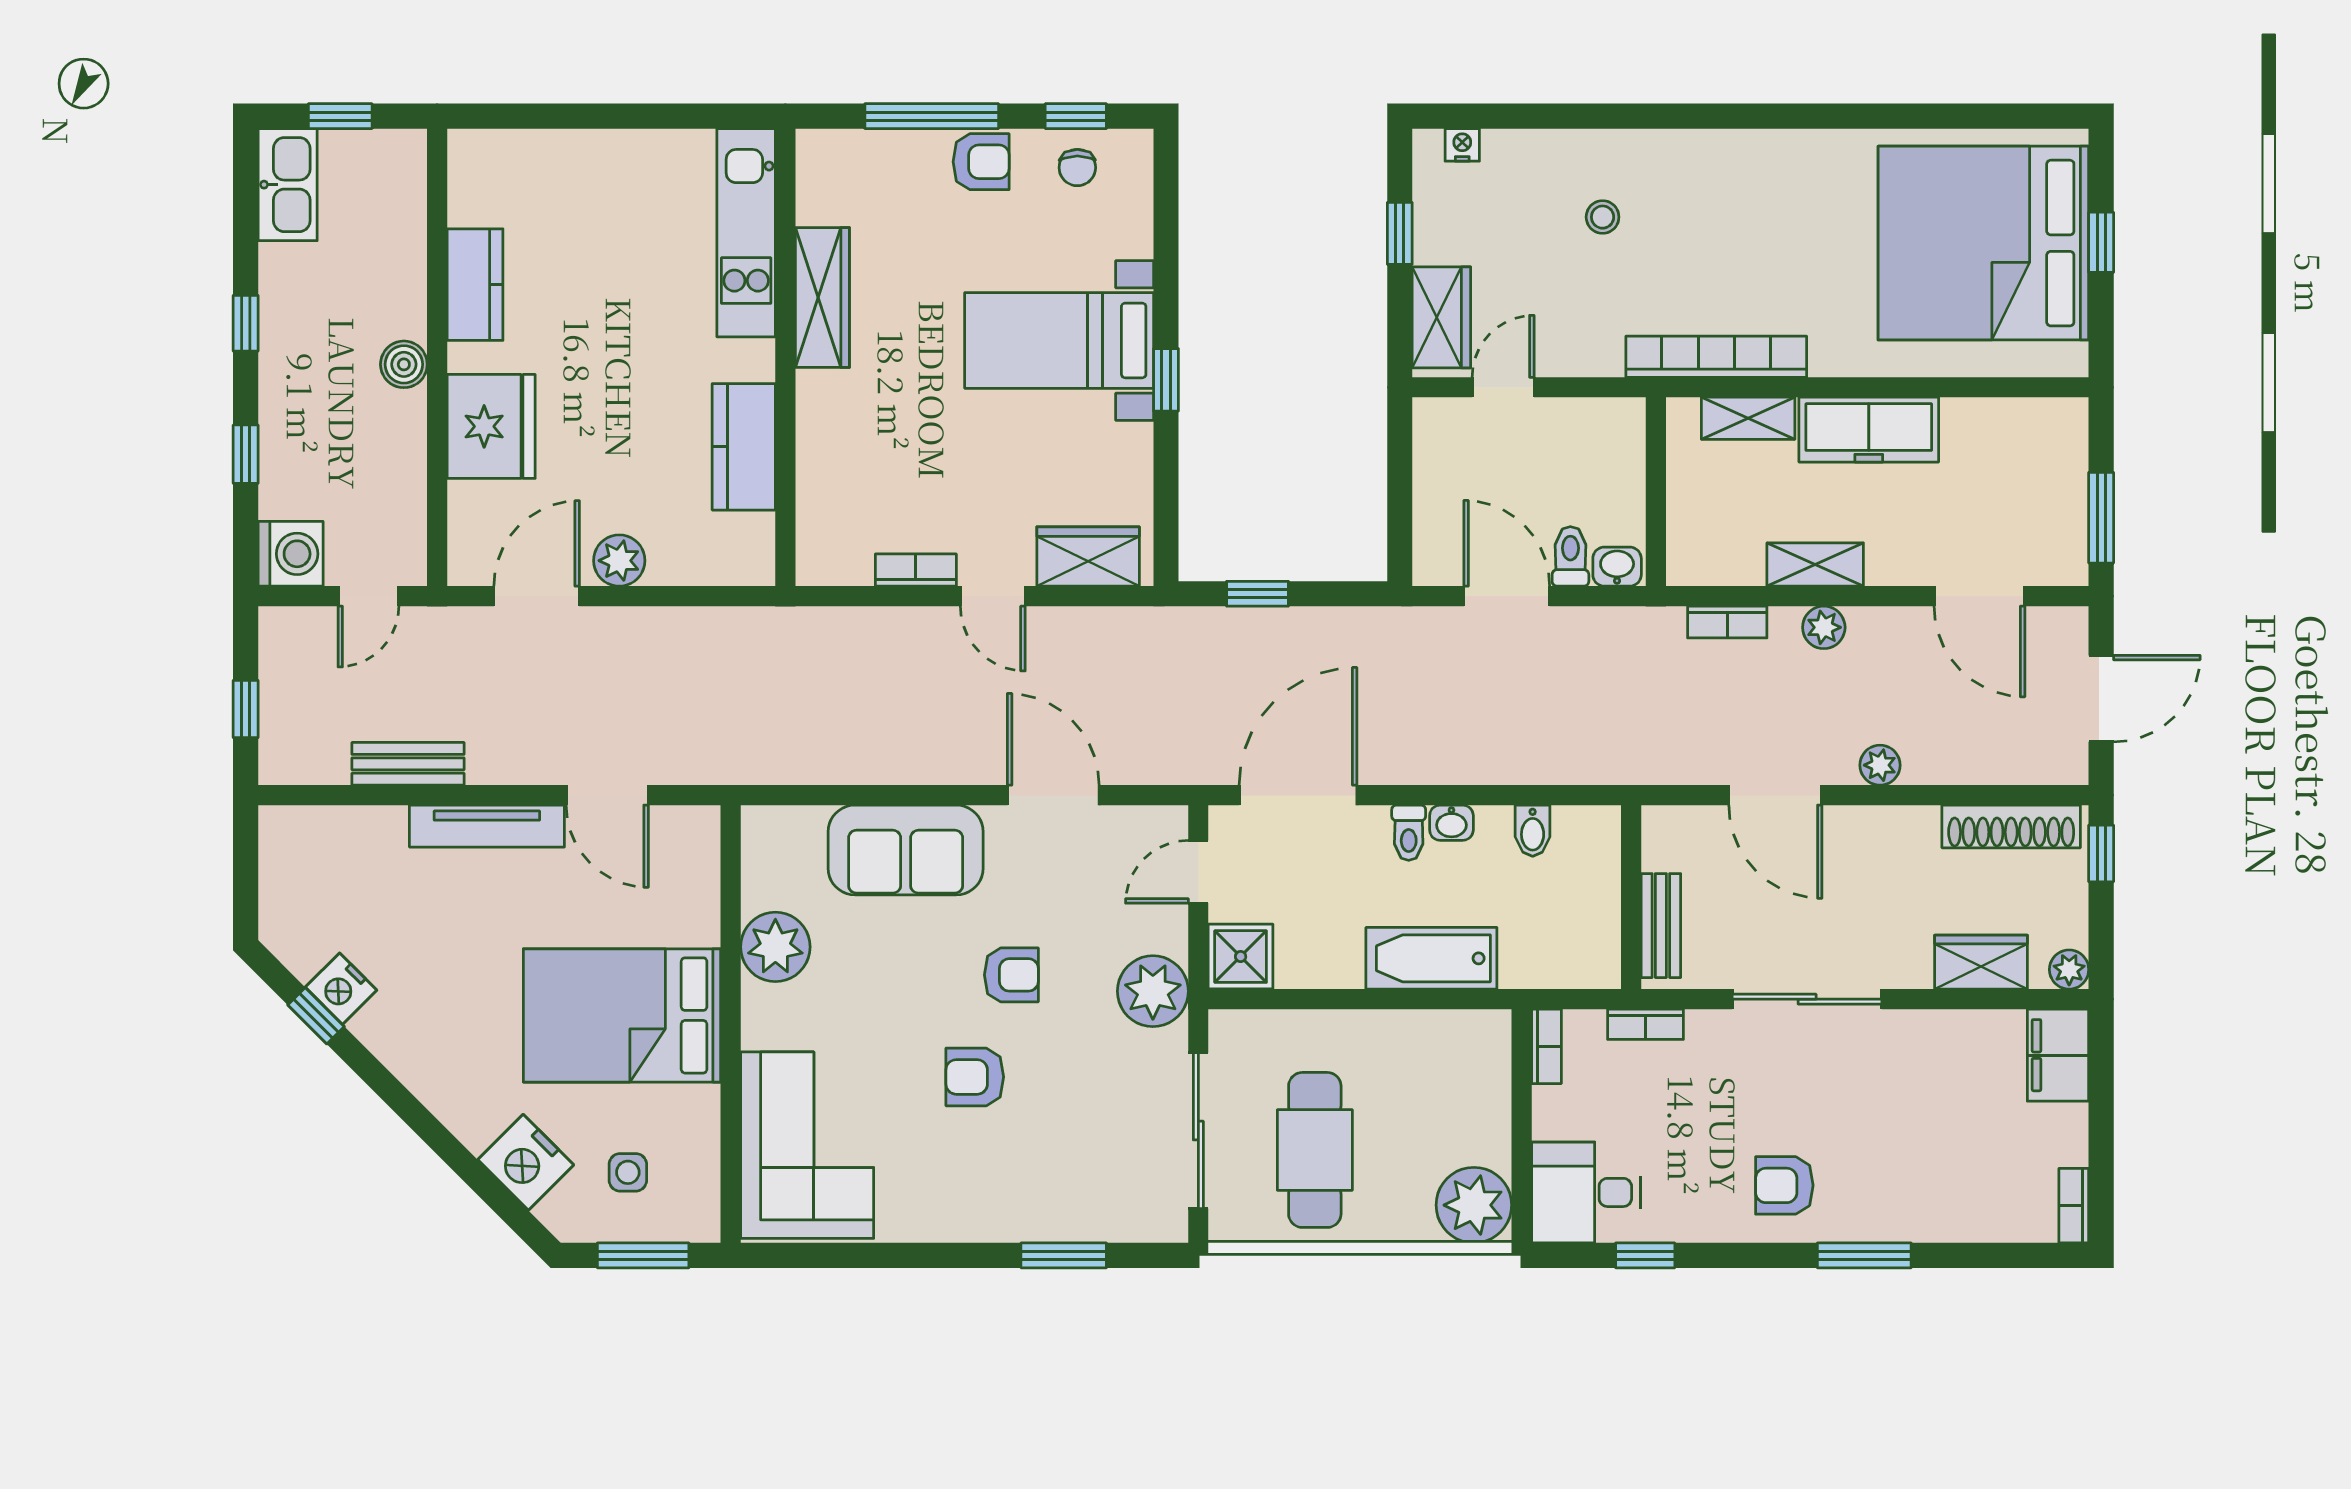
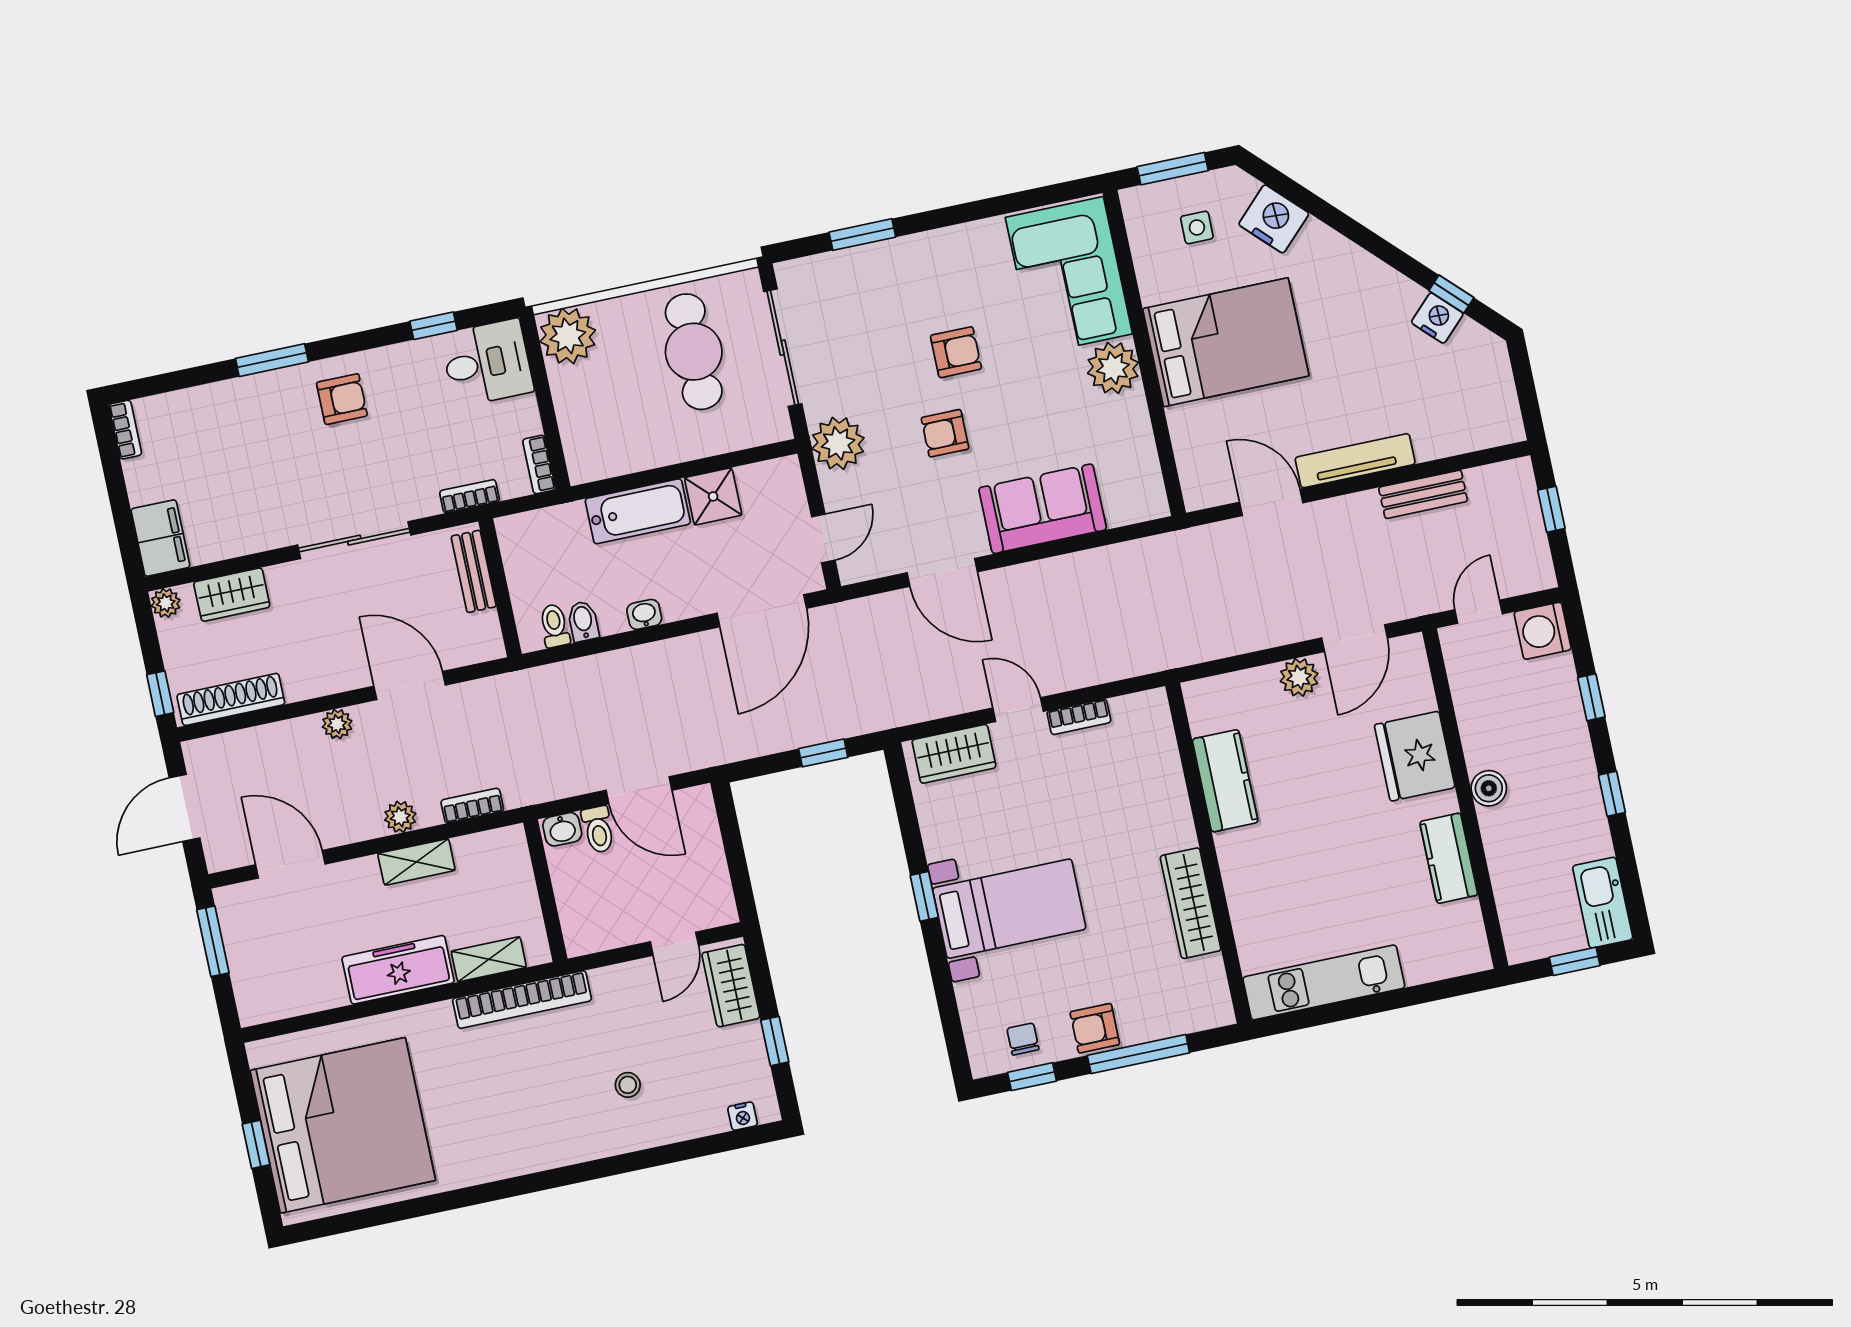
kitchen unit: (746, 233) -> (1324, 982), moved, turned -90
toilet: (1409, 833) -> (555, 626), moved
plant: (775, 947) -> (1113, 368), moved
shower: (1241, 957) -> (713, 496), moved

